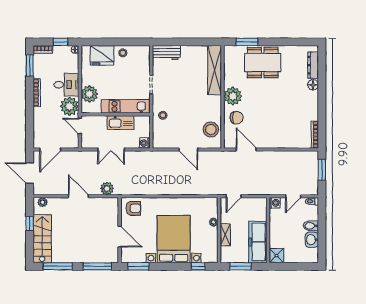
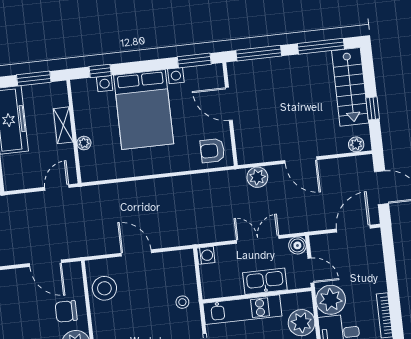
kitchen sink: (121, 123) -> (265, 281), moved
boiler: (87, 143) -> (297, 245), added

